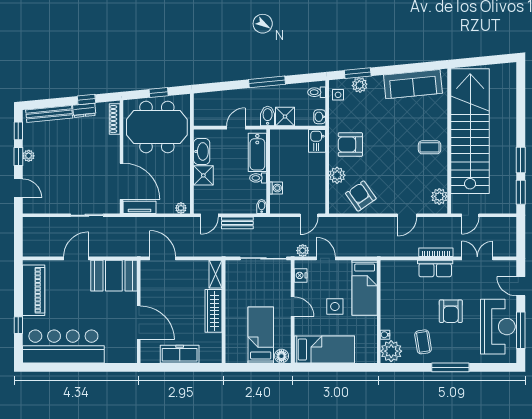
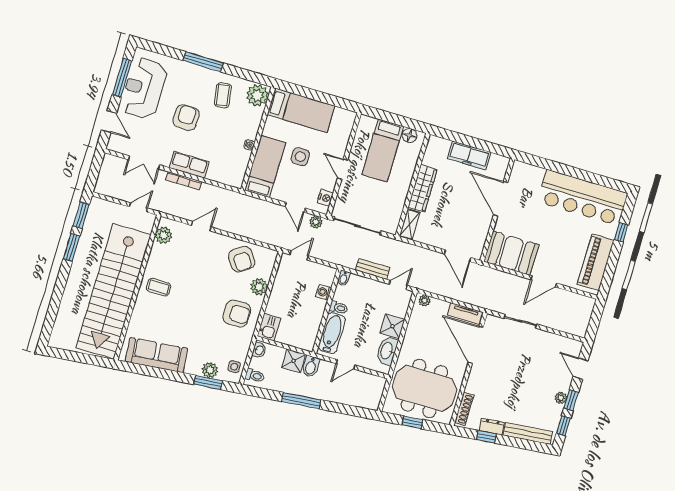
water cooler: (385, 335) -> (249, 145), moved
bed: (324, 349) -> (301, 110), moved, turned 180
floor lamp: (281, 356) -> (410, 135), moved

